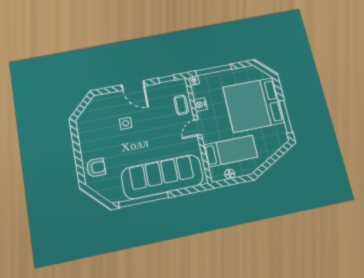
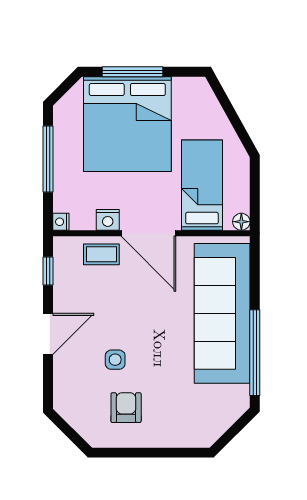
window: (214, 70) -> (48, 159), moved
window: (286, 117) -> (133, 72), moved
door: (198, 127) -> (148, 233), width x1.87
armchair: (96, 168) -> (126, 408), moved
floor lamp: (230, 174) -> (241, 222), moved

